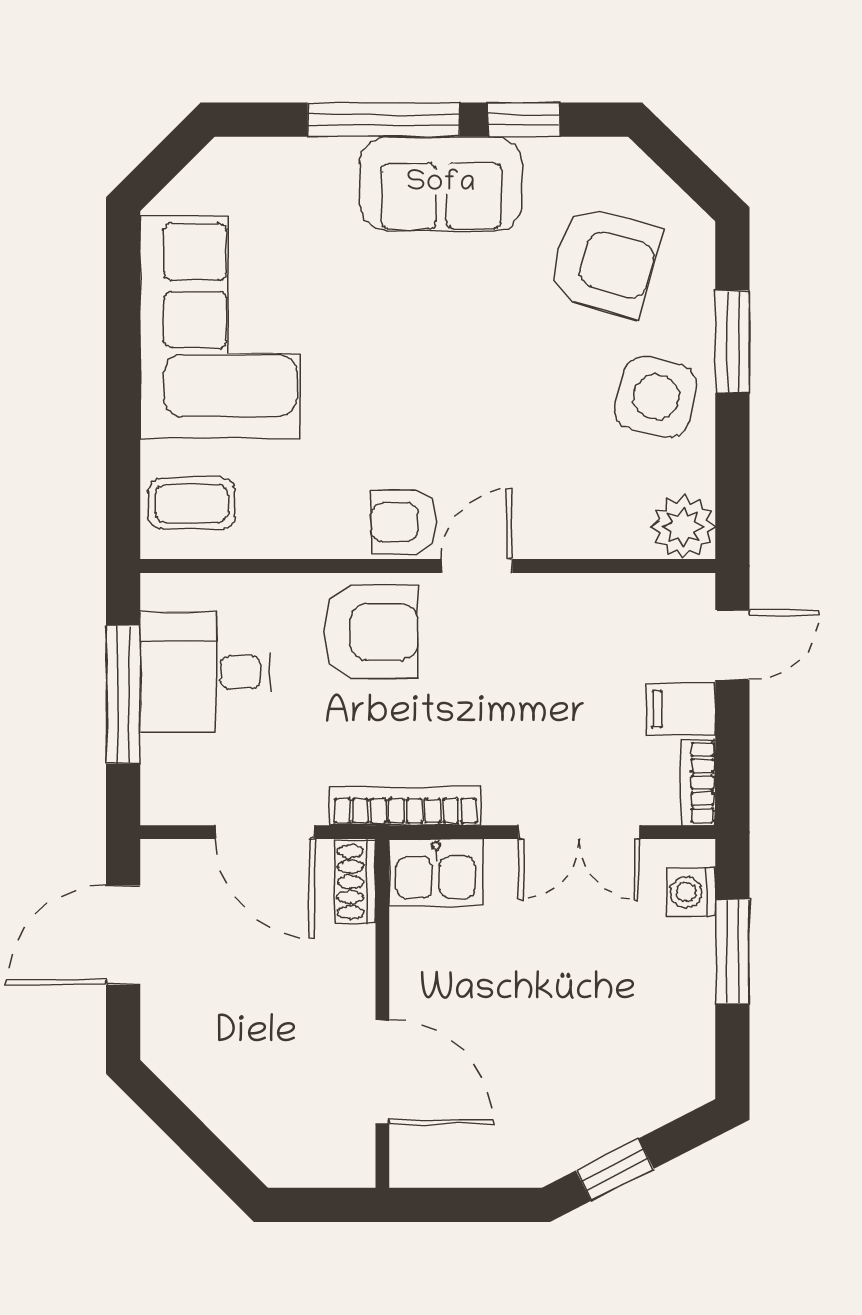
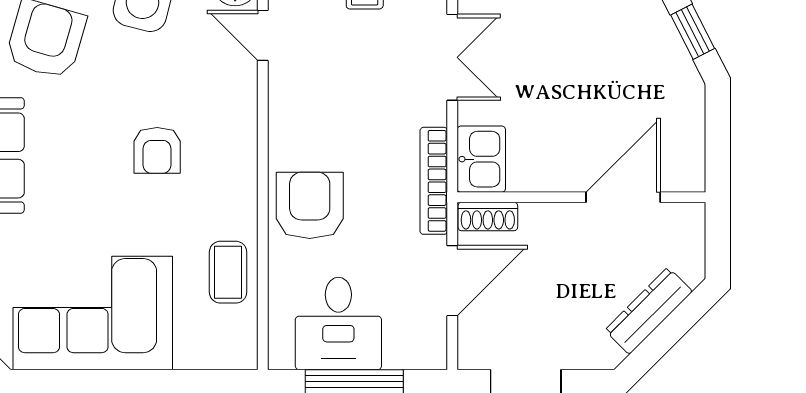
coffee table: (192, 503) -> (228, 272), moved
armchair: (404, 522) -> (157, 150), moved
door: (477, 566) -> (263, 35), moved
dresser: (223, 1108) -> (649, 311), added

